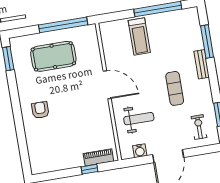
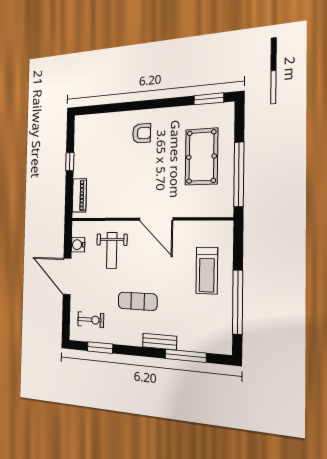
treadmill: (139, 37) -> (207, 271), turned -90
door: (107, 85) -> (156, 219), hinge flipped
window: (90, 169) -> (70, 162), moved

